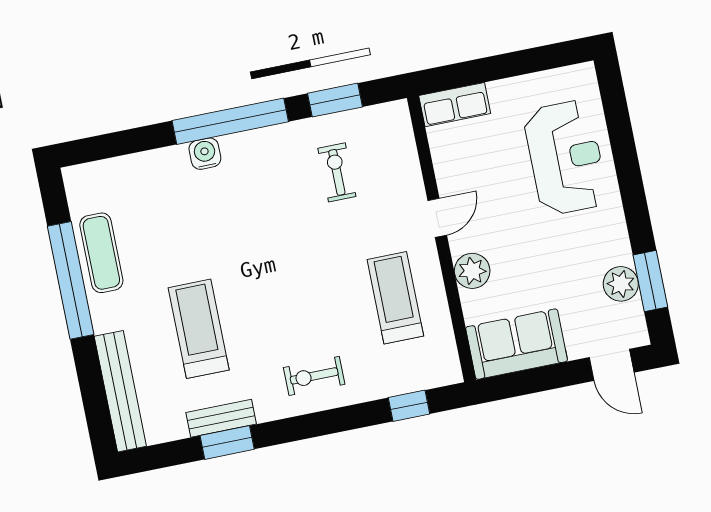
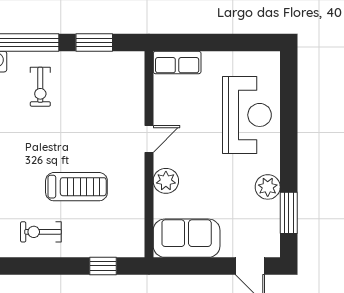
exercise bike: (337, 172) -> (40, 87), moved, turned 180
plant: (621, 284) -> (268, 187), moved
treadmill: (395, 298) -> (76, 187), moved, turned 90

